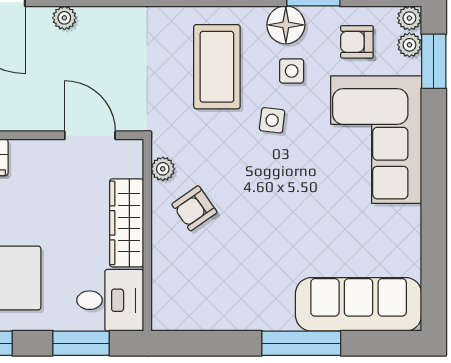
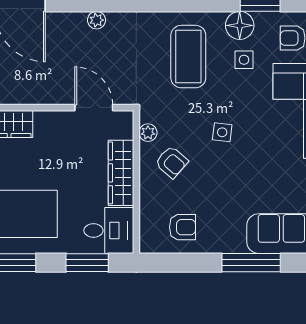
plant: (64, 18) -> (96, 20), moved
side table: (272, 120) -> (222, 132), moved
armchair: (194, 208) -> (172, 162), turned -104
armchair: (209, 296) -> (182, 227), added

